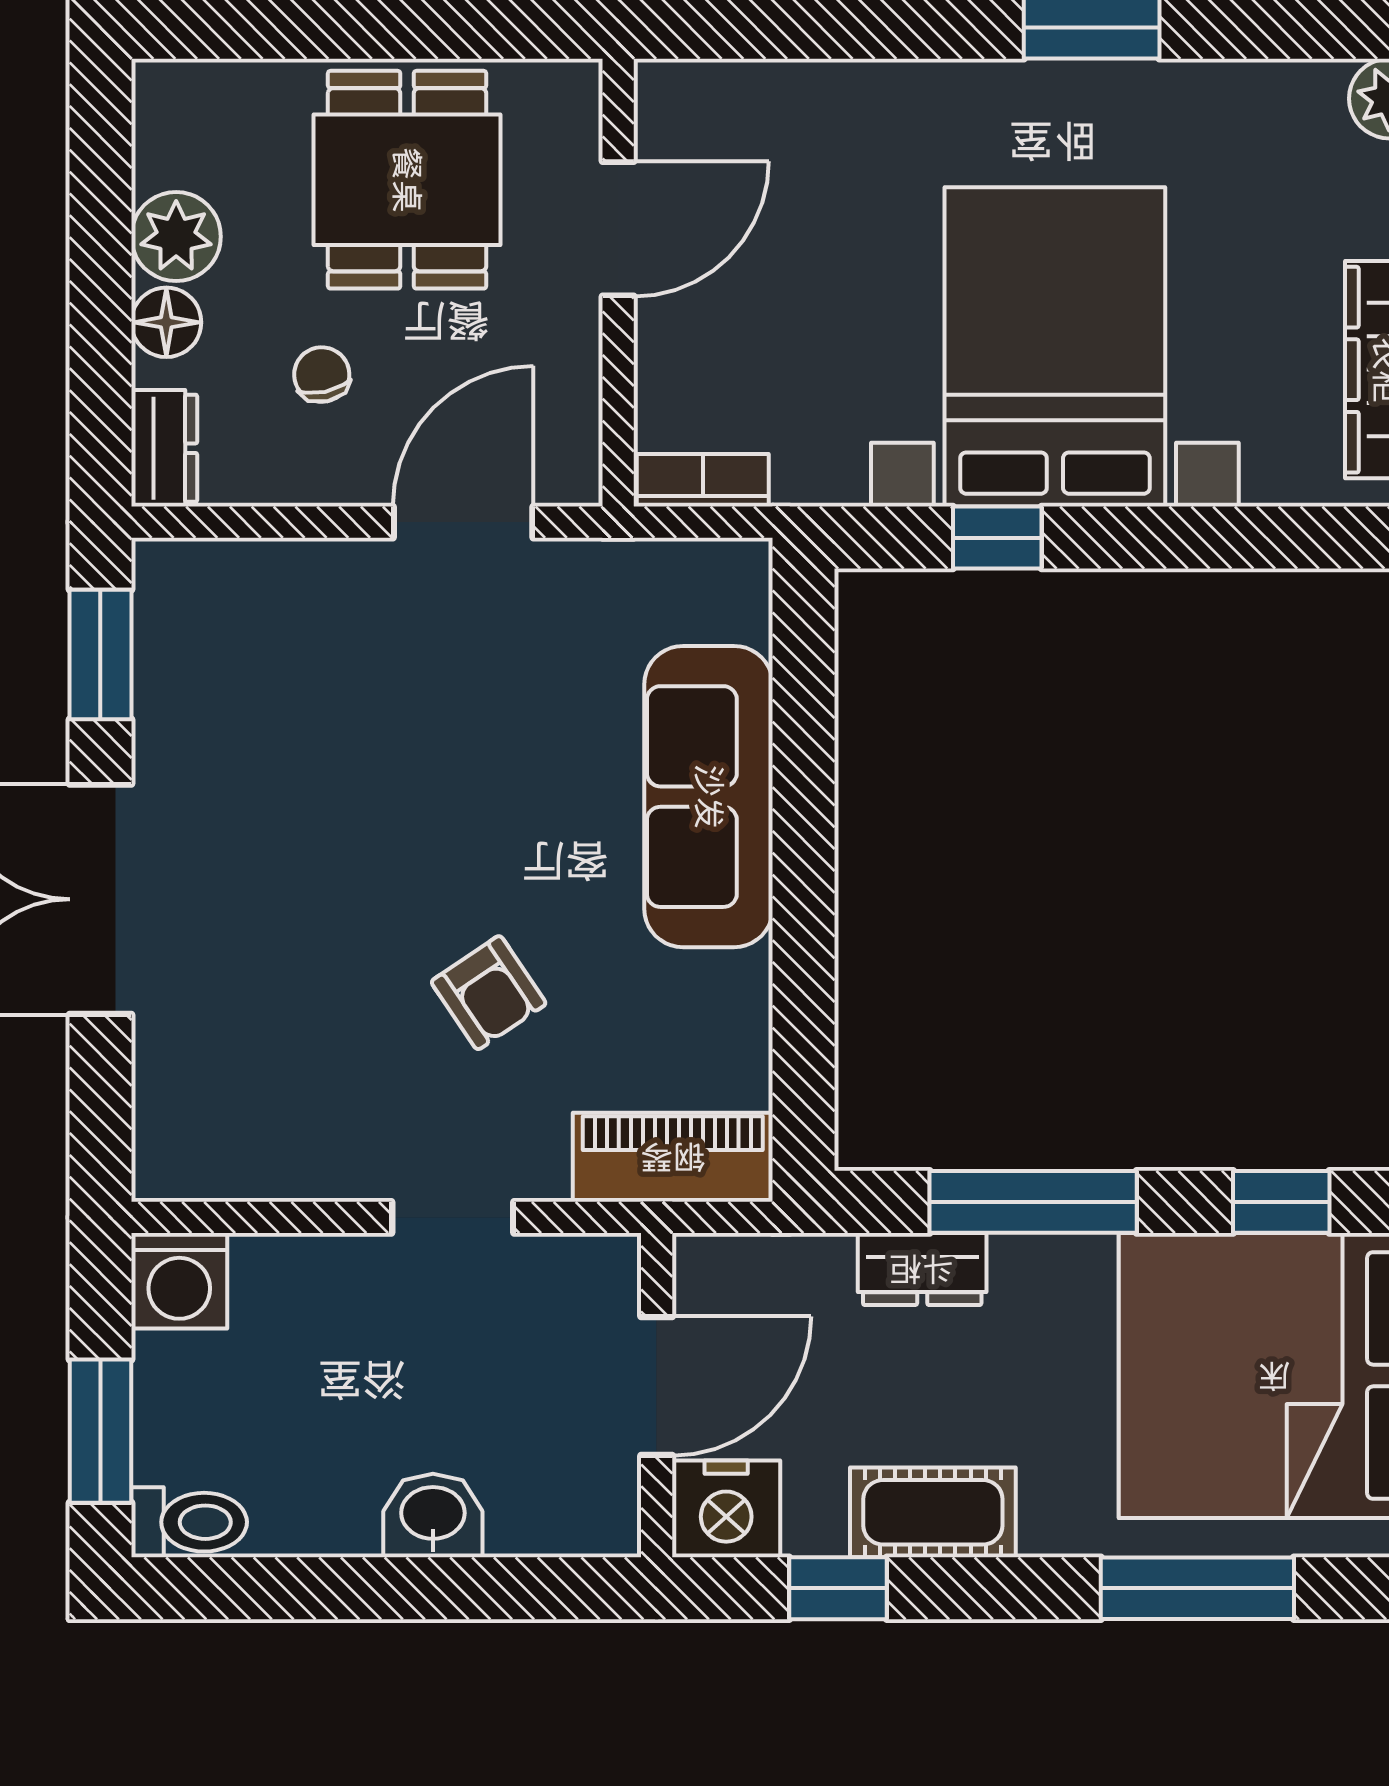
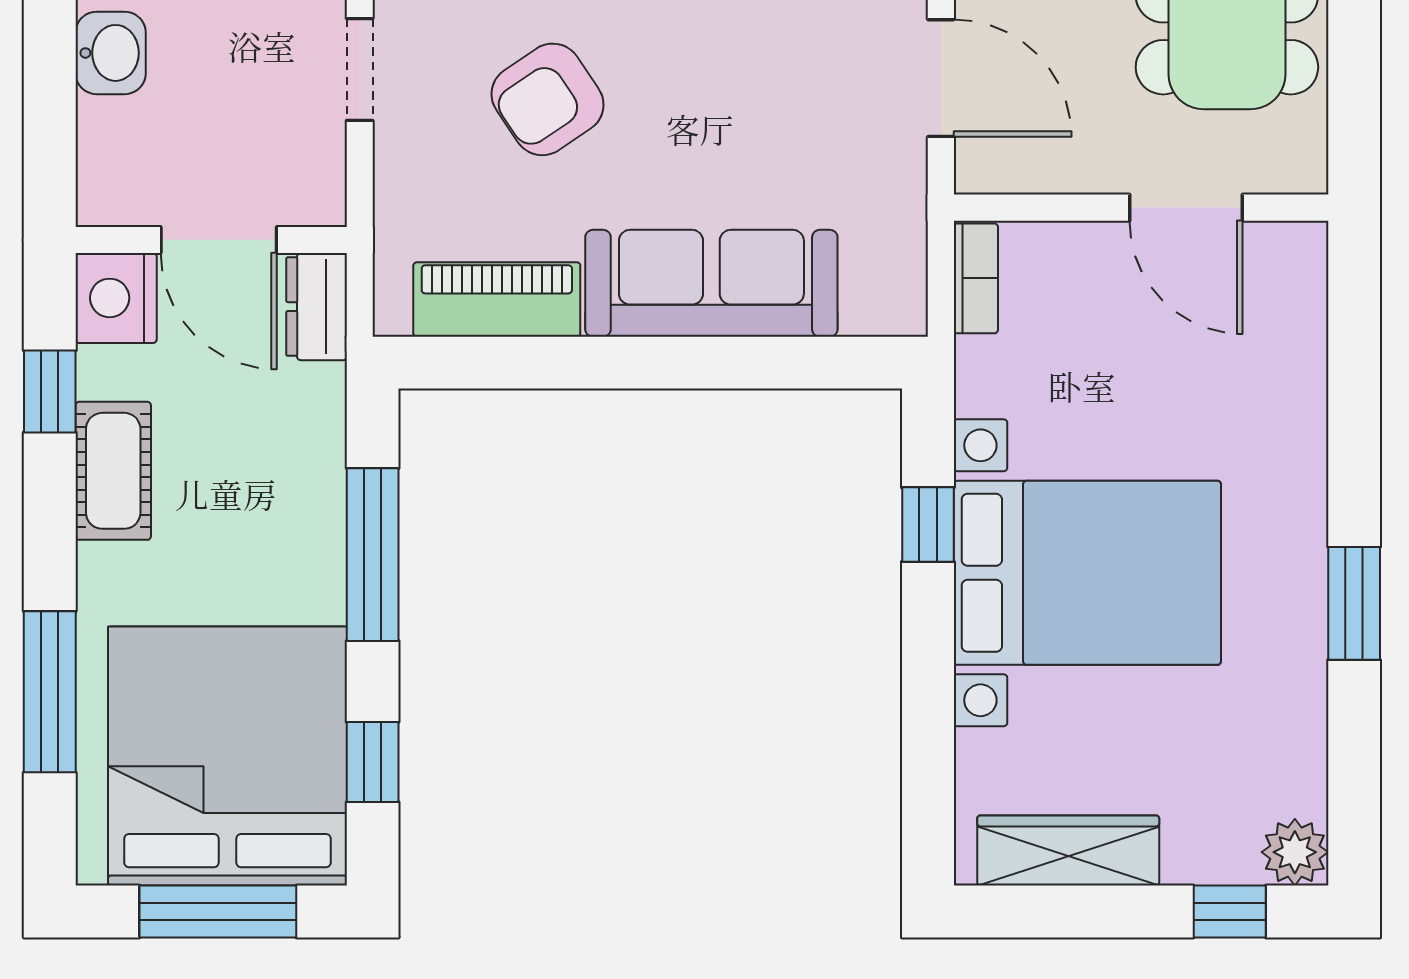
armchair: (489, 993) -> (548, 99), width x1.38, depth x1.38
piano: (673, 1157) -> (497, 299), moved, turned -90
dresser: (922, 1269) -> (317, 307), moved

